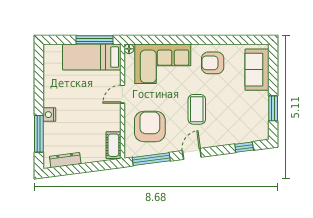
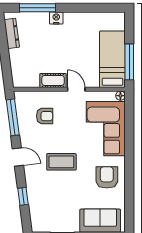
armchair: (150, 127) -> (45, 116), width x0.53, depth x0.53
cot: (113, 145) -> (53, 80), moved
window: (244, 147) -> (23, 196), moved

